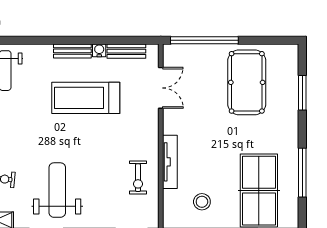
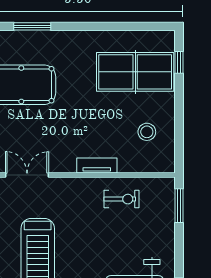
tv unit: (170, 162) -> (97, 166), width x0.71
window: (302, 173) -> (116, 26), removed

